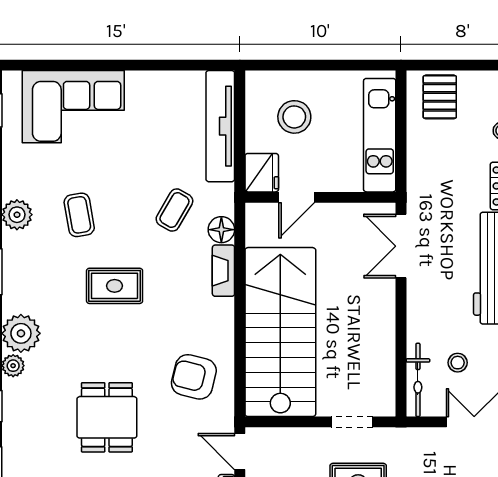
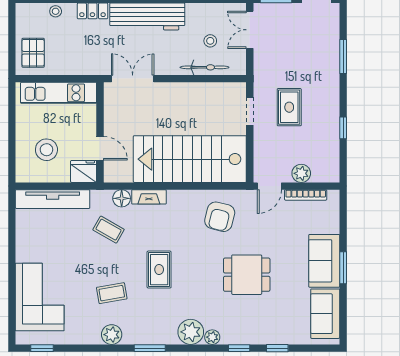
pallet: (440, 97) -> (33, 53), turned 90
double door: (401, 246) -> (133, 79), swing flipped
bicycle: (418, 380) -> (205, 67), moved

